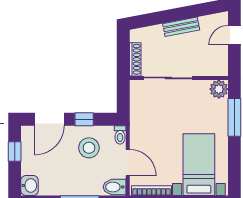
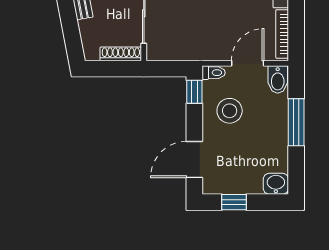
door: (49, 119) -> (194, 160), swing flipped
window: (84, 119) -> (194, 92), moved

